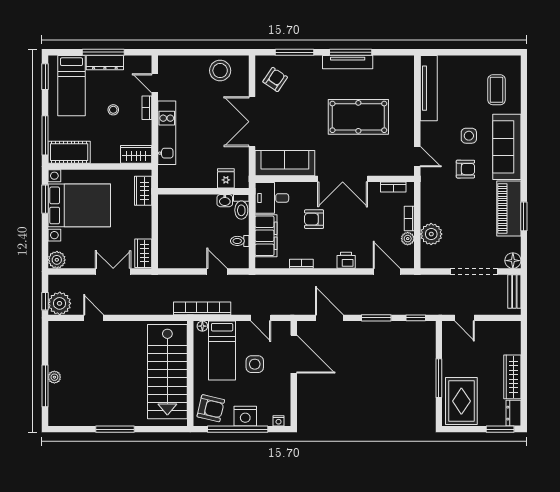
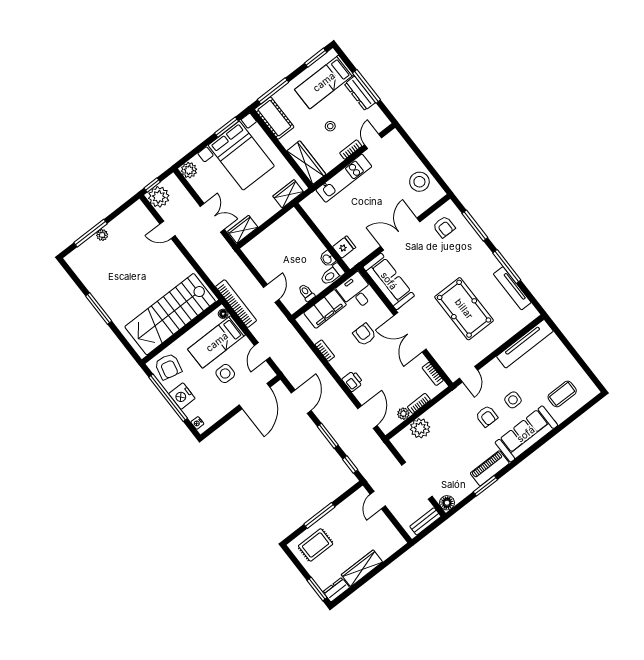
tv unit: (348, 62) -> (512, 288), moved
armchair: (275, 79) -> (444, 227), turned 56
wardrobe: (136, 154) -> (306, 163), width x1.50
piano: (509, 208) -> (490, 468), width x0.73, depth x0.75
door: (94, 318) -> (167, 230), swing flipped
rug: (461, 401) -> (316, 545), width x0.73, depth x0.70

